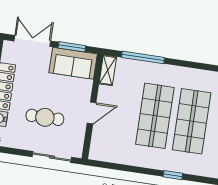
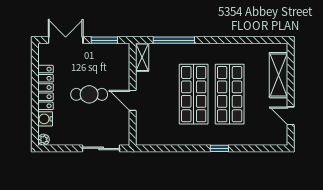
sofa: (73, 63) -> (108, 56), removed
door: (92, 113) -> (133, 100), swing flipped
cafe table: (45, 117) -> (89, 94), moved

